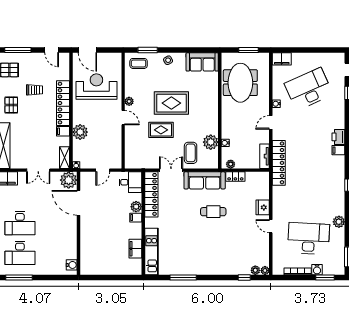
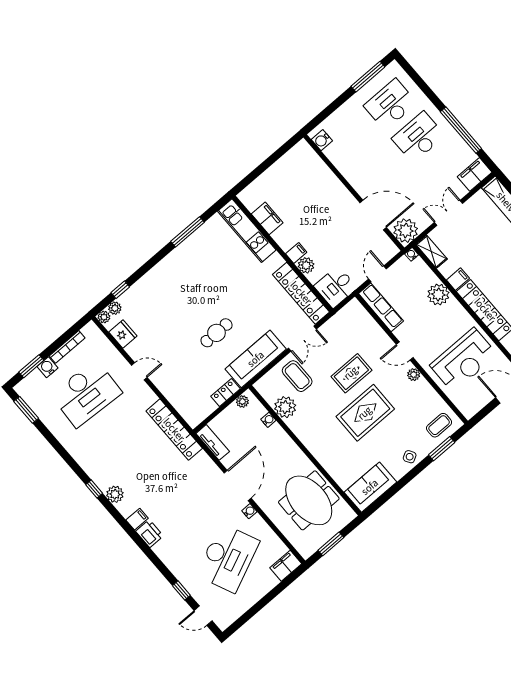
door: (271, 122) -> (238, 486), width x1.88
row of seats: (116, 151) -> (381, 307), added
locker: (279, 163) -> (174, 430), moved
fridge: (263, 207) -> (123, 334), moved
plant: (339, 222) -> (115, 494), moved

